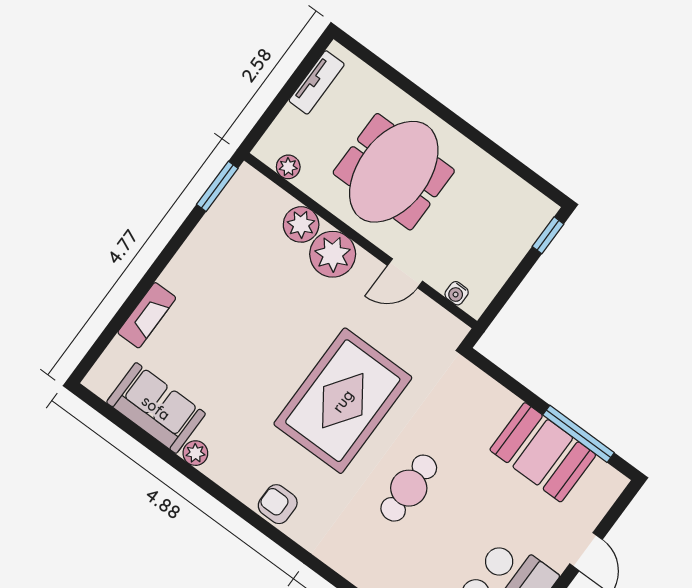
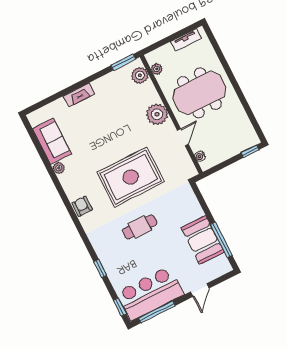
plant: (301, 224) -> (140, 75), moved
door: (405, 273) -> (183, 137), swing flipped
fireplace: (147, 315) -> (79, 95), moved

